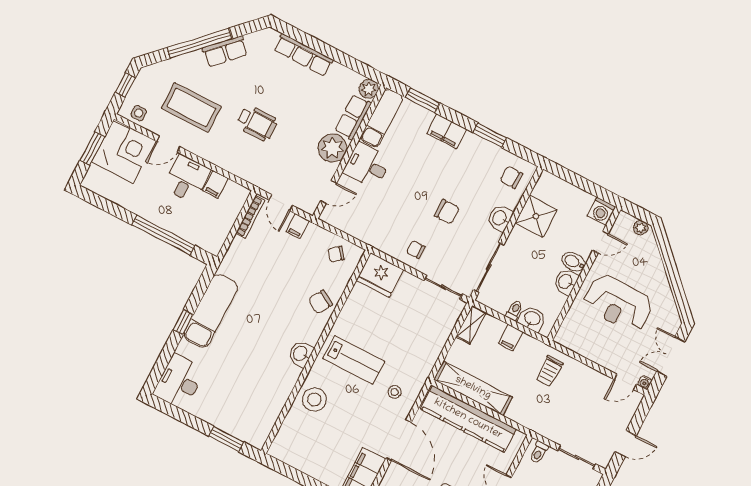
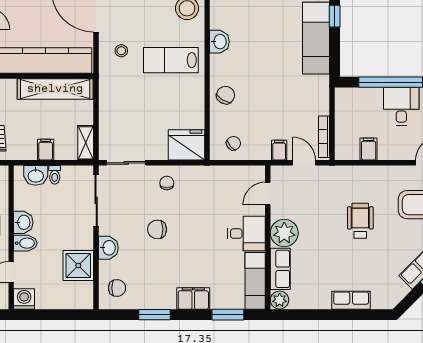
row of seats: (303, 55) -> (351, 300), width x0.68
wheelchair: (257, 123) -> (360, 221), turned 90
desk: (187, 179) -> (401, 106), moved, turned 180
chair: (416, 250) -> (167, 183), turned -90

